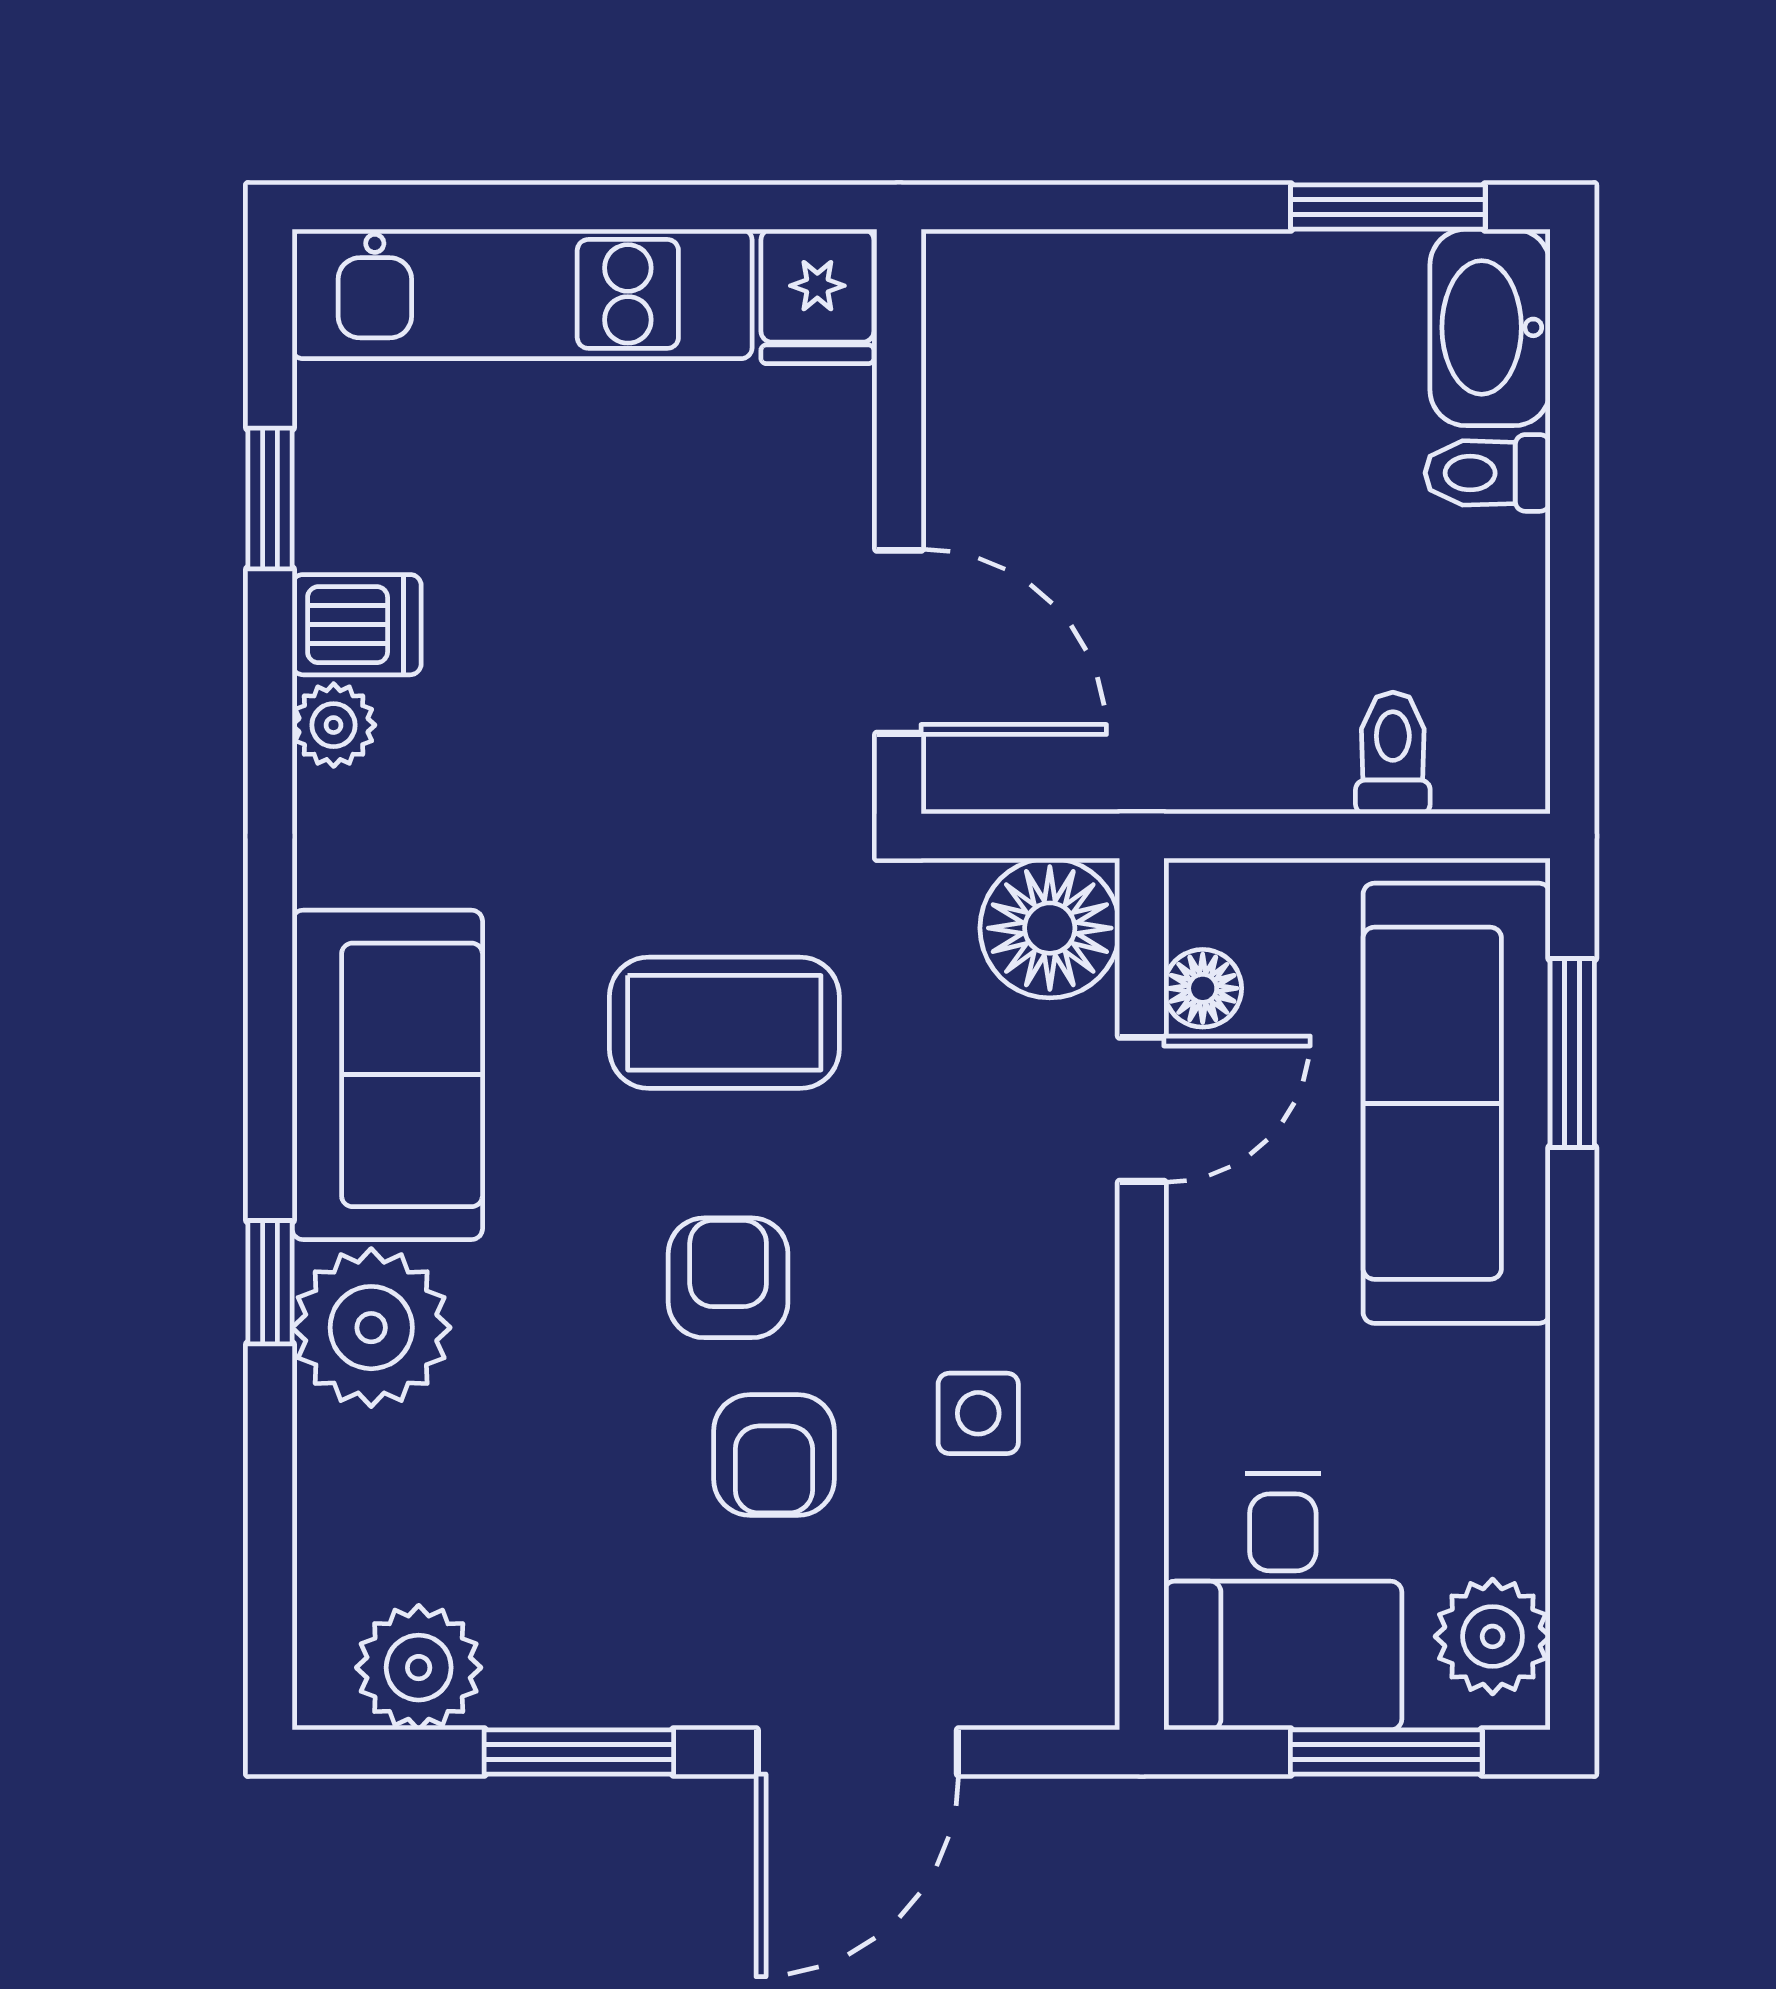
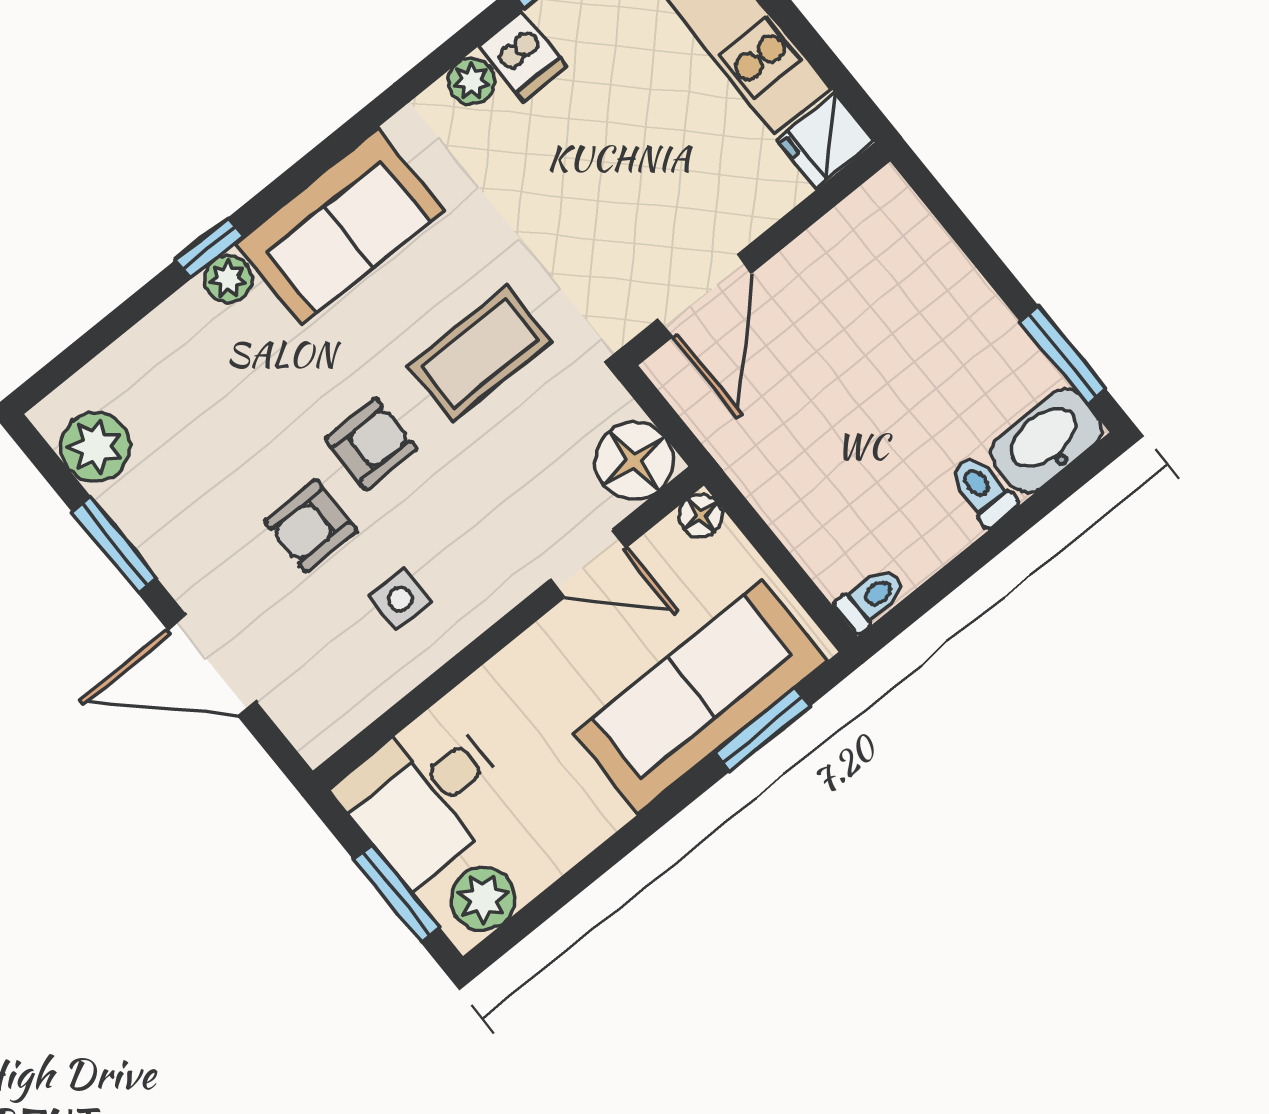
toilet: (1393, 753) -> (871, 599), moved
floor lamp: (1203, 988) -> (701, 516), moved
coffee table: (724, 1023) -> (480, 354), turned 90
plant: (371, 1328) -> (228, 279), width x0.53, depth x0.53

